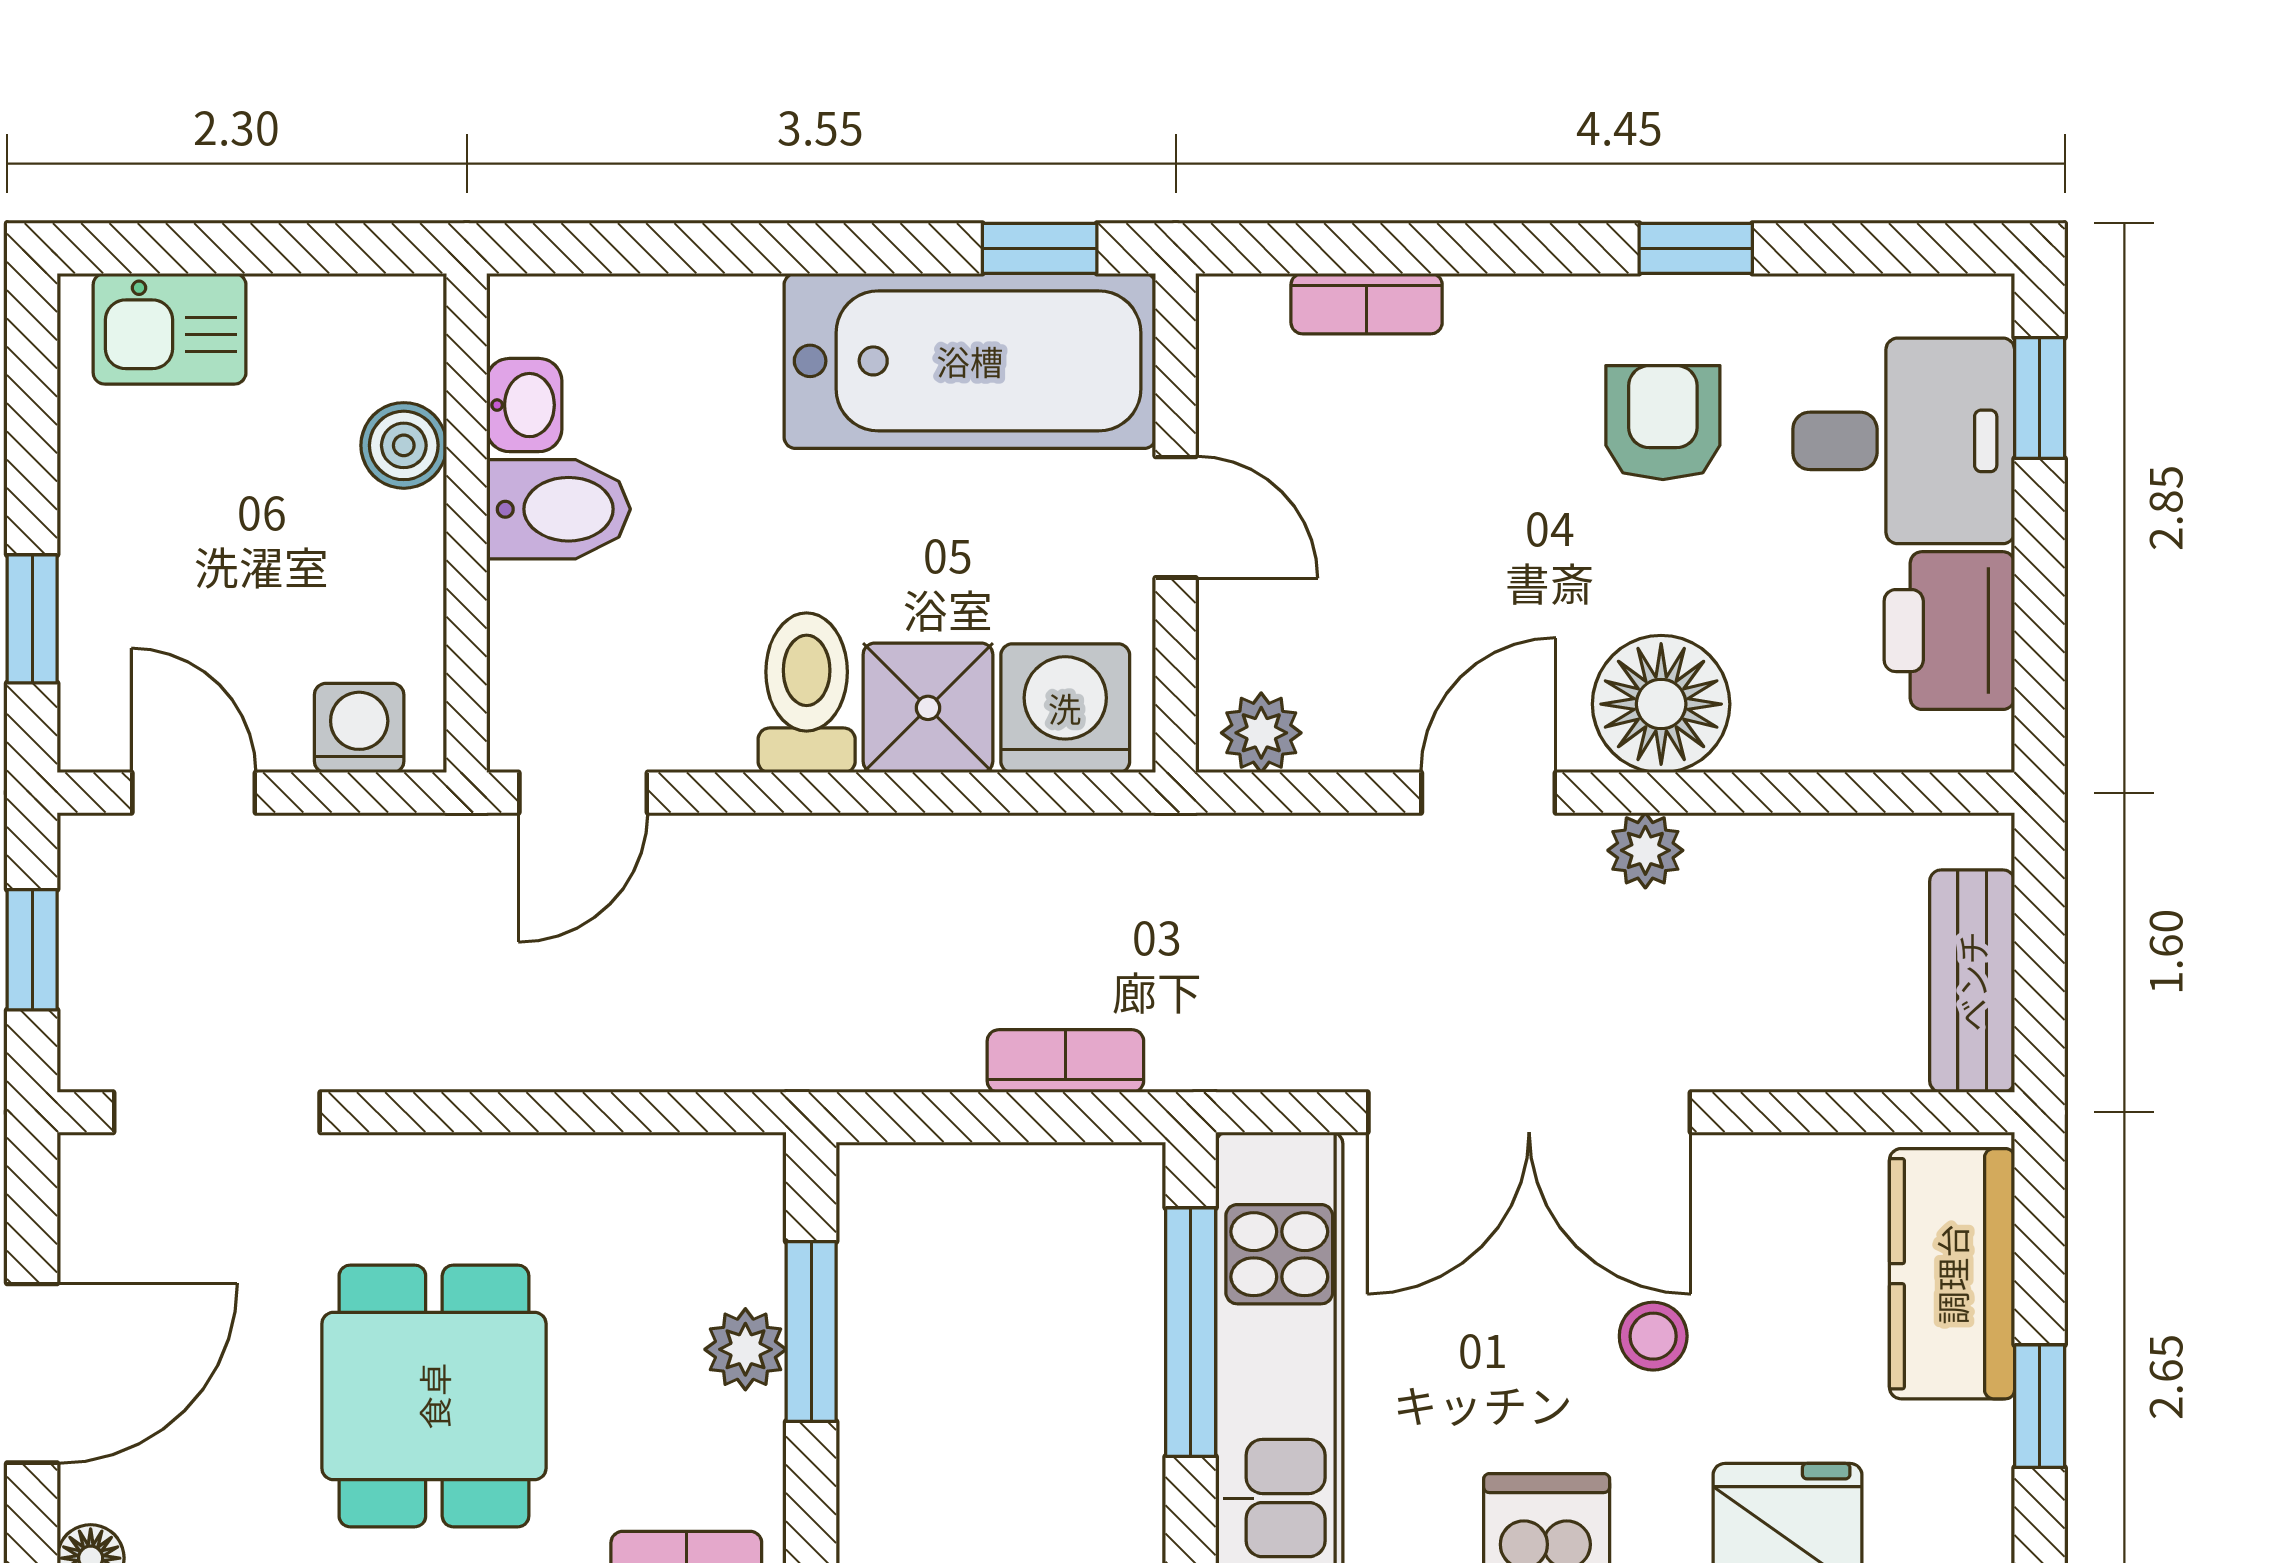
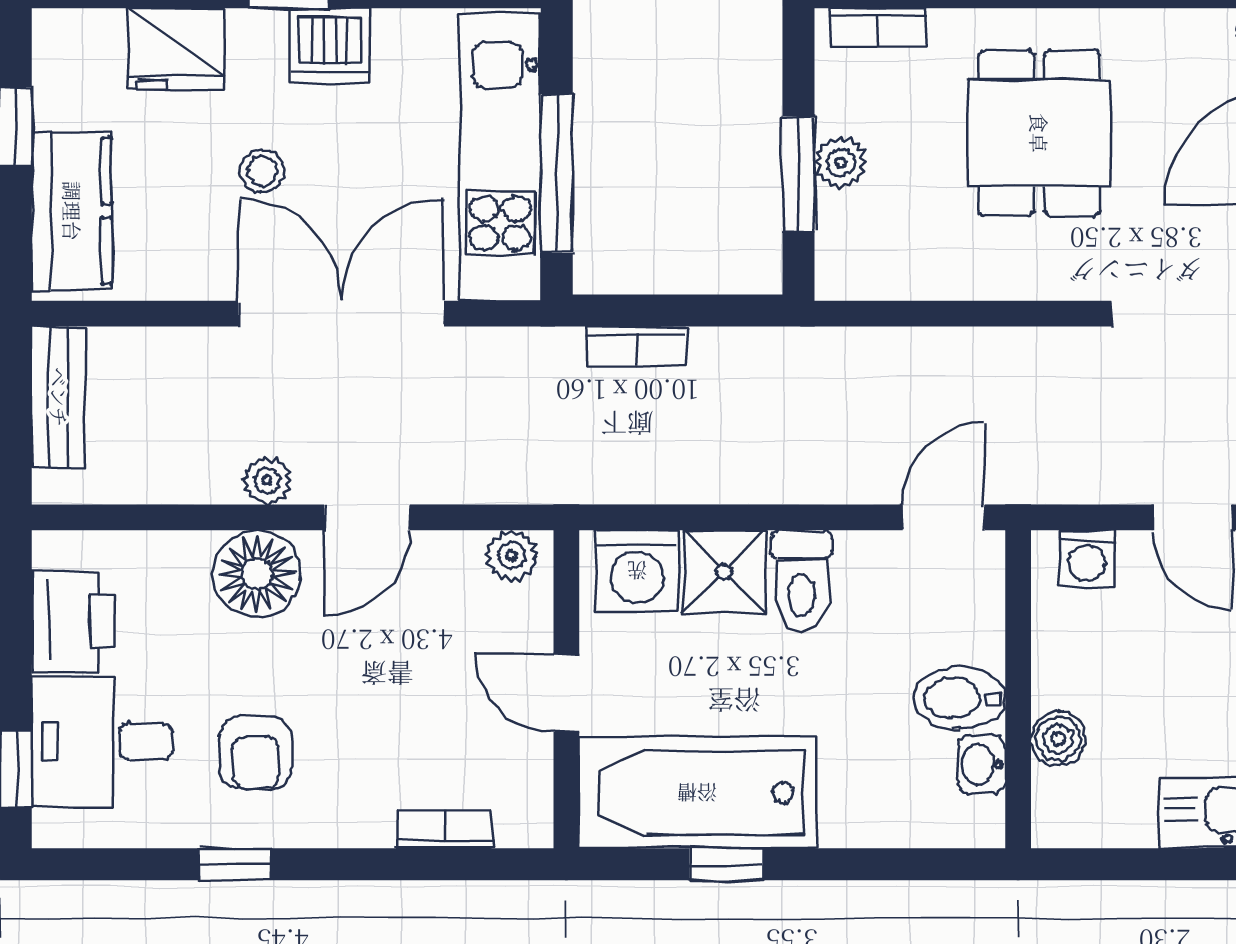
window: (1040, 248) -> (726, 864), moved

